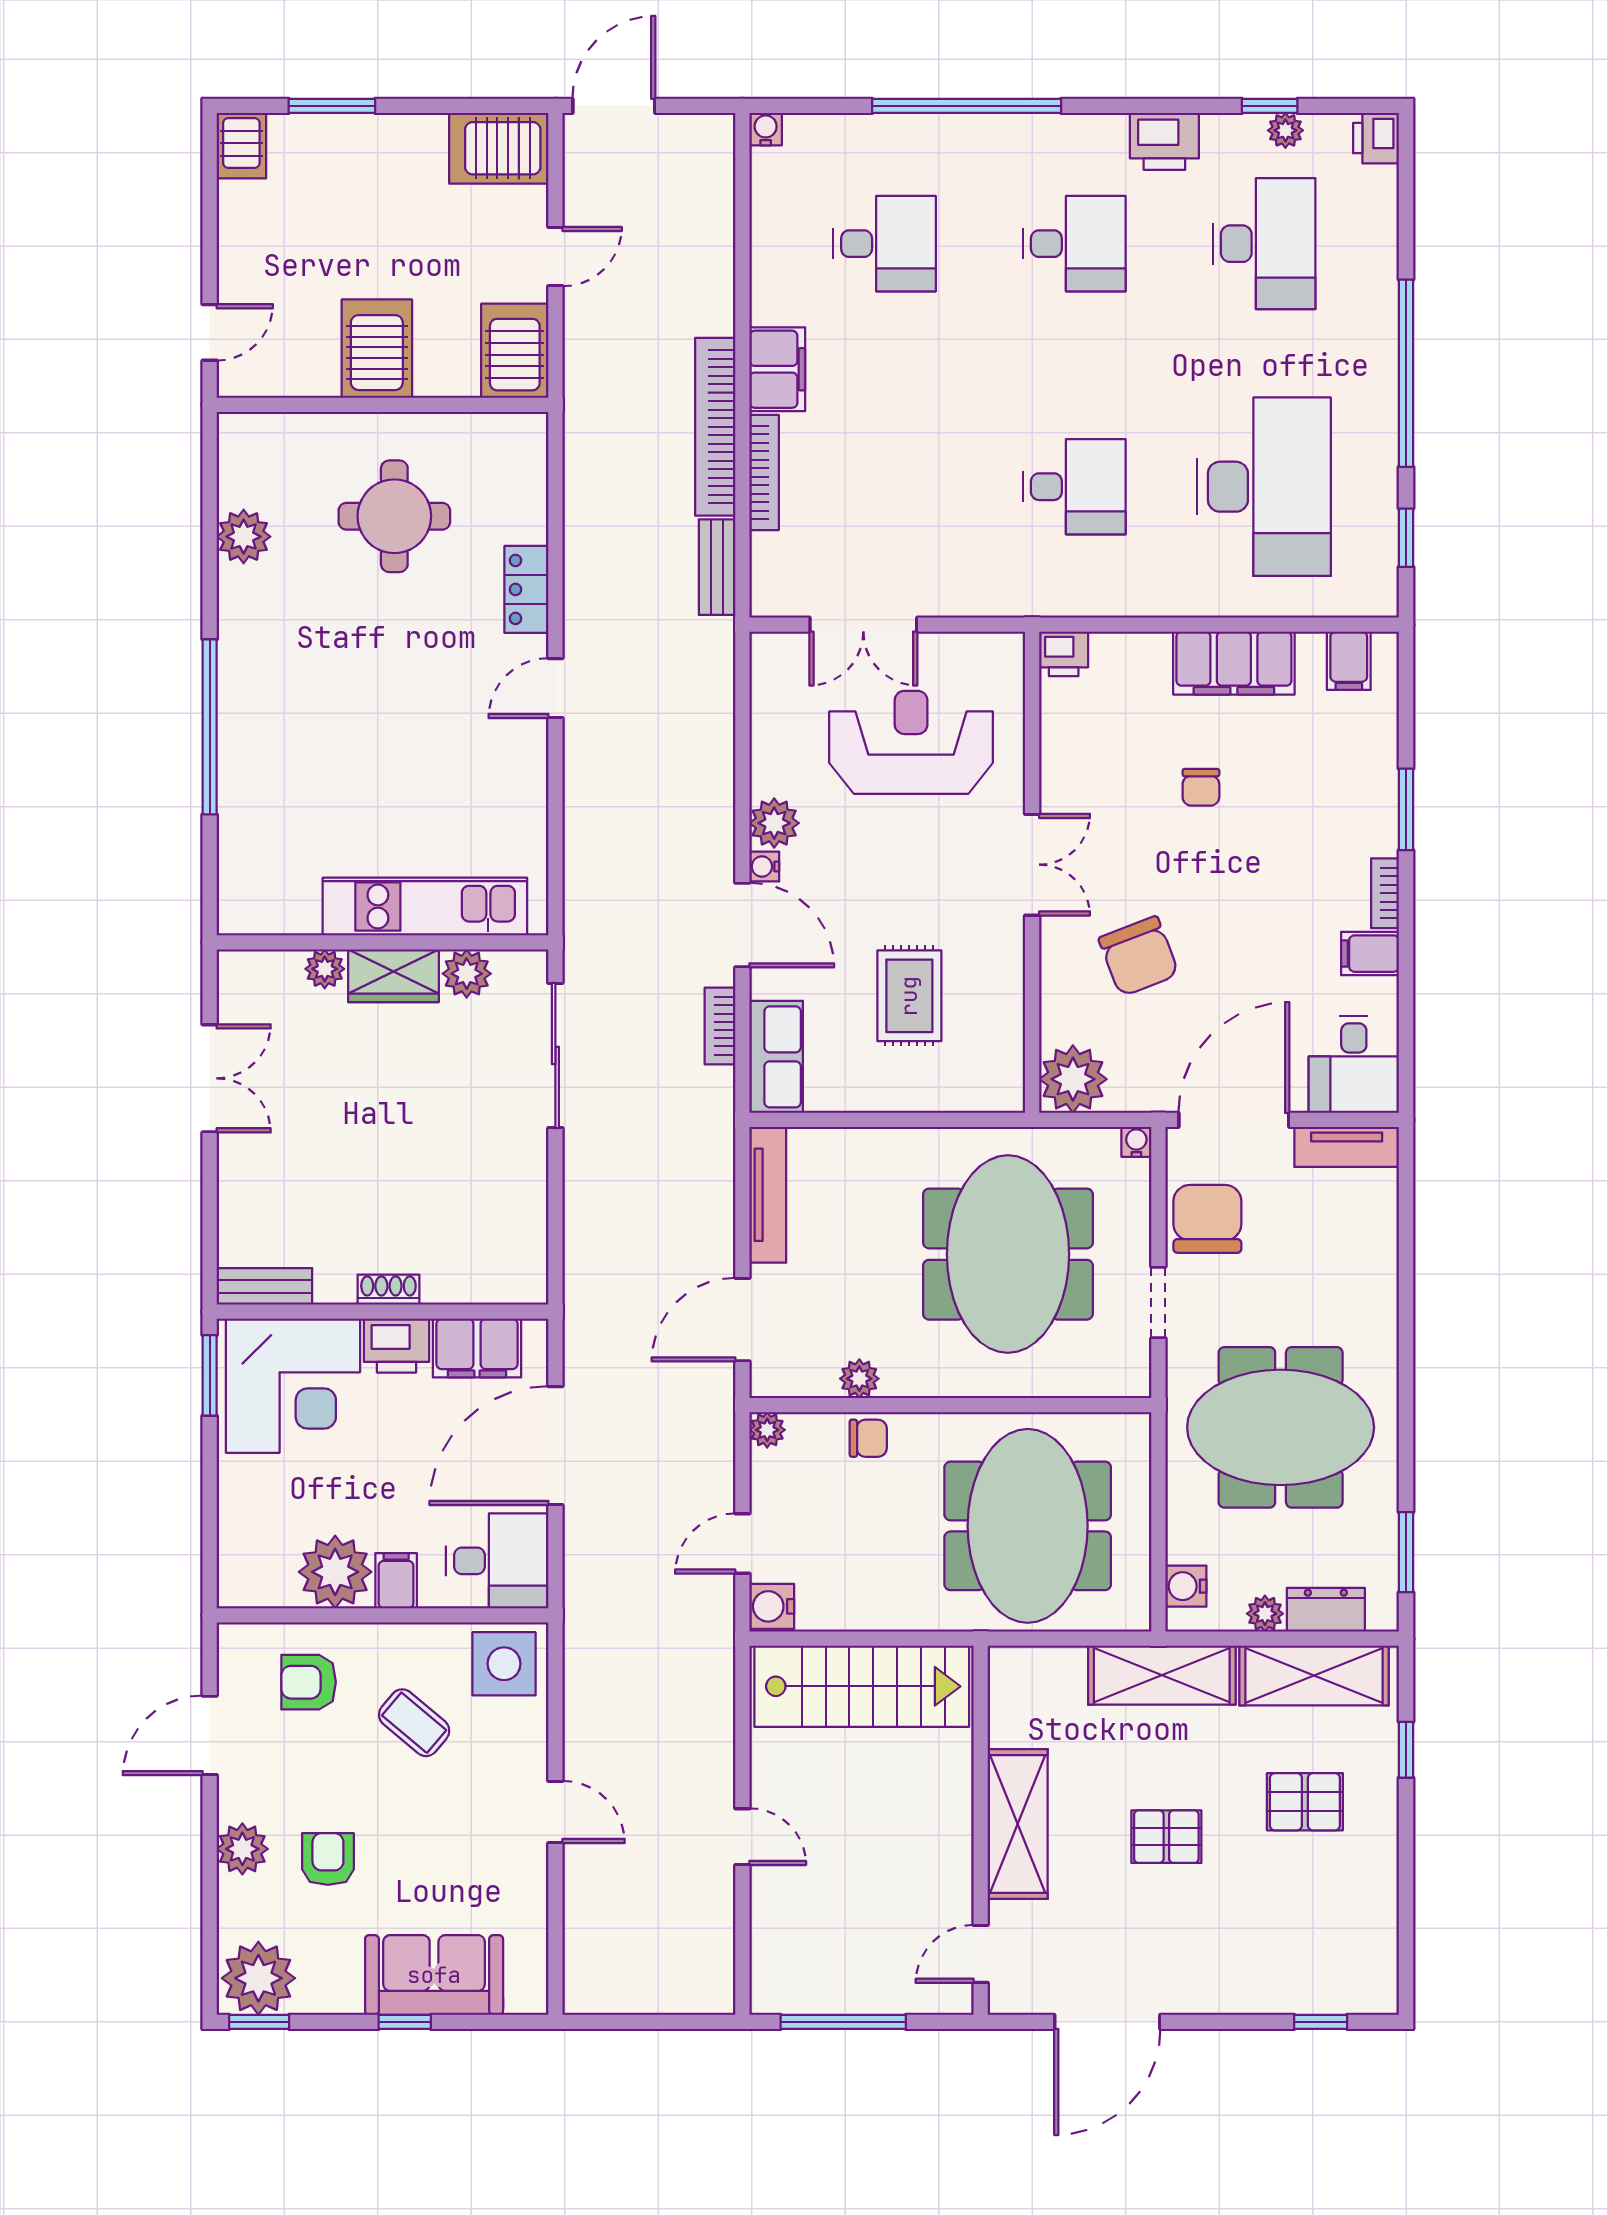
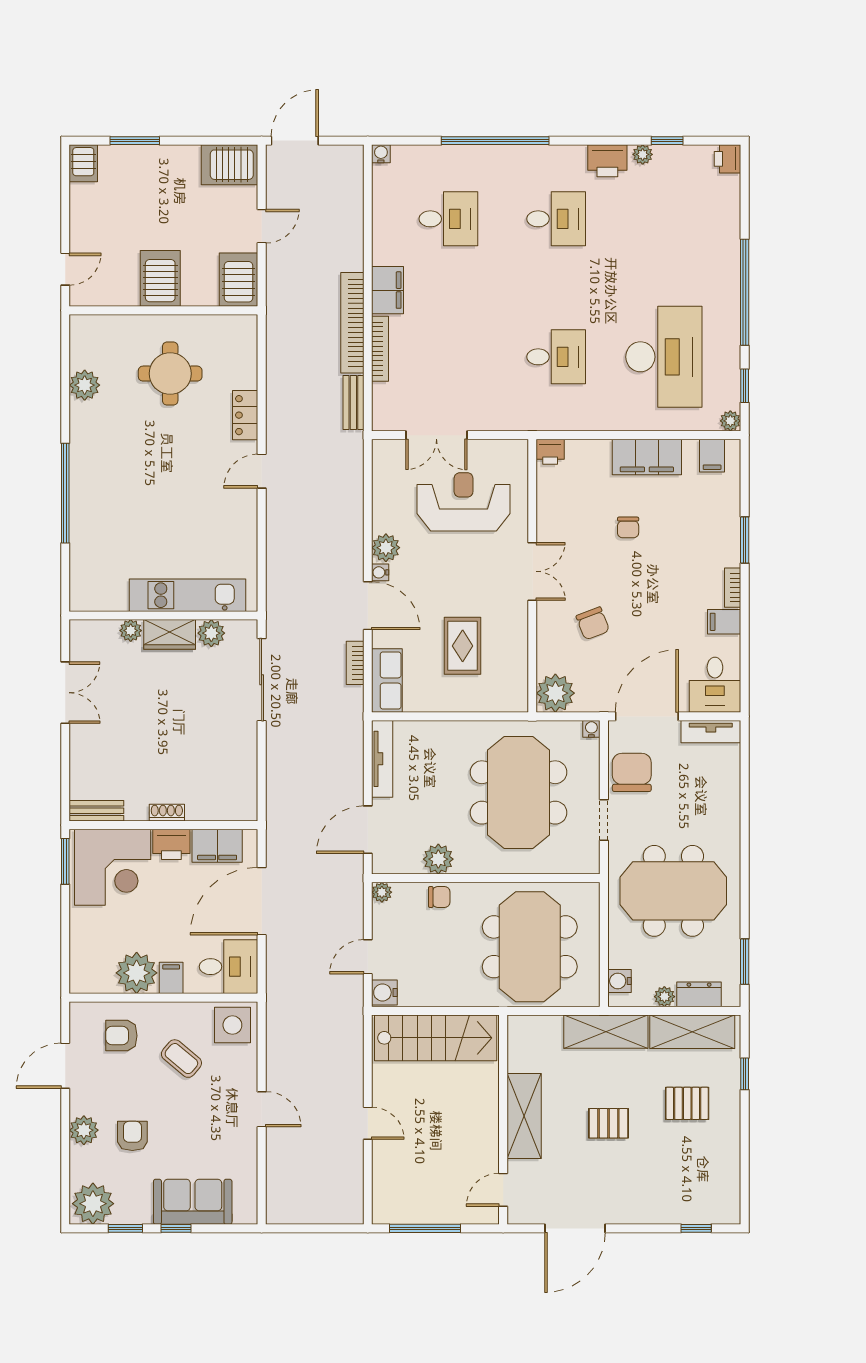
plant: (1285, 130) -> (643, 154), moved
desk: (1264, 244) -> (664, 219), removed
plant: (1381, 599) -> (730, 421), added
chair: (1139, 956) -> (593, 623), width x0.73, depth x0.73
plant: (859, 1379) -> (438, 859), width x1.38, depth x1.38
window: (259, 2022) -> (125, 1228), moved

